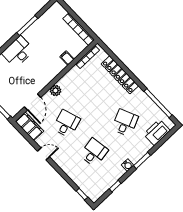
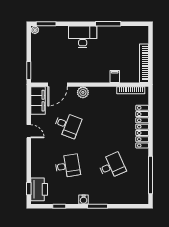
desk: (66, 124) -> (67, 125), turned 39
printer: (157, 132) -> (39, 189), moved, turned 90

